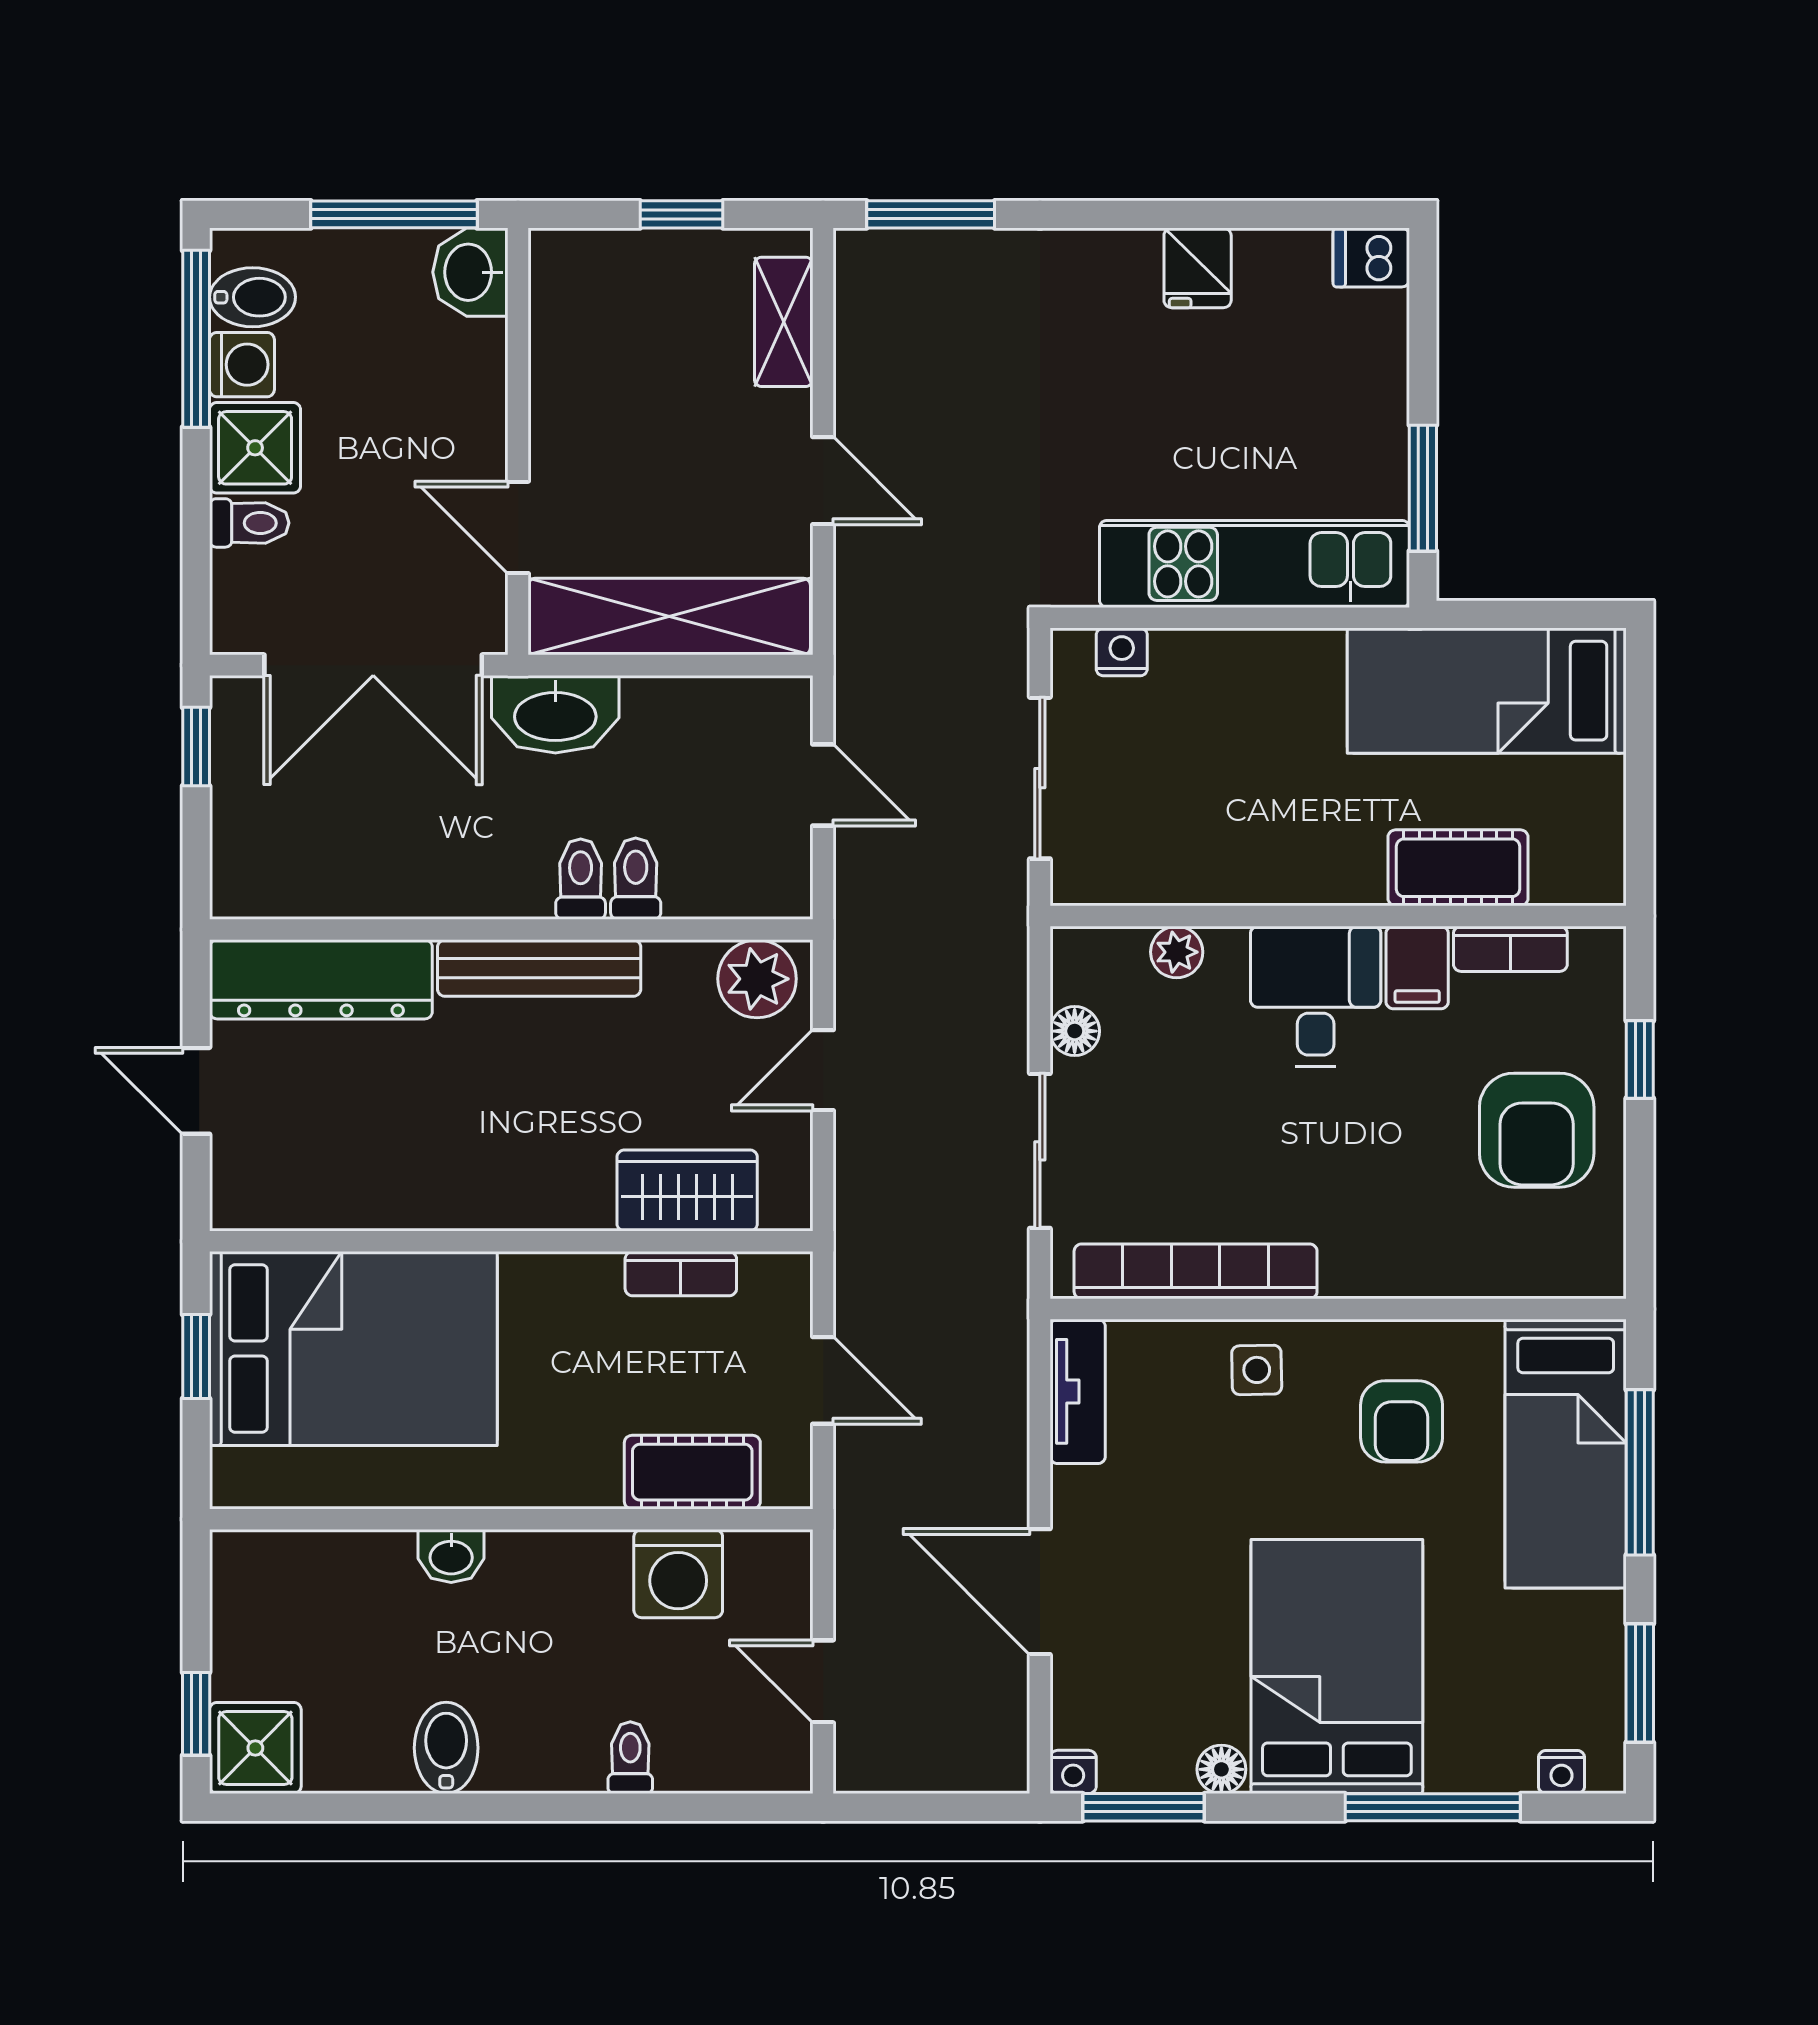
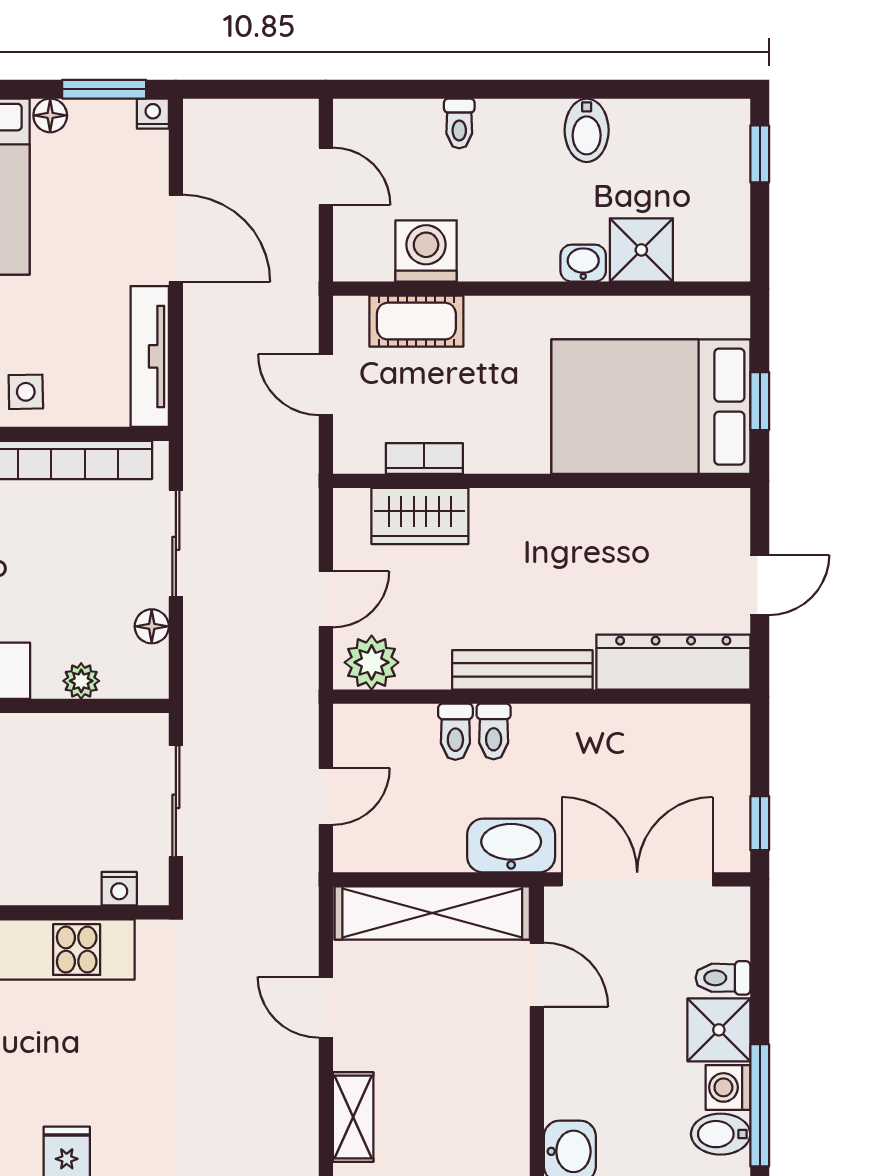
door: (823, 785) -> (326, 797), swing flipped
door: (196, 1091) -> (760, 585), hinge flipped
tv unit: (1078, 1391) -> (150, 356), width x1.41
shower: (255, 1748) -> (641, 250), moved

